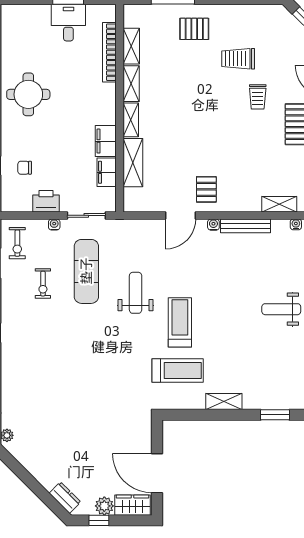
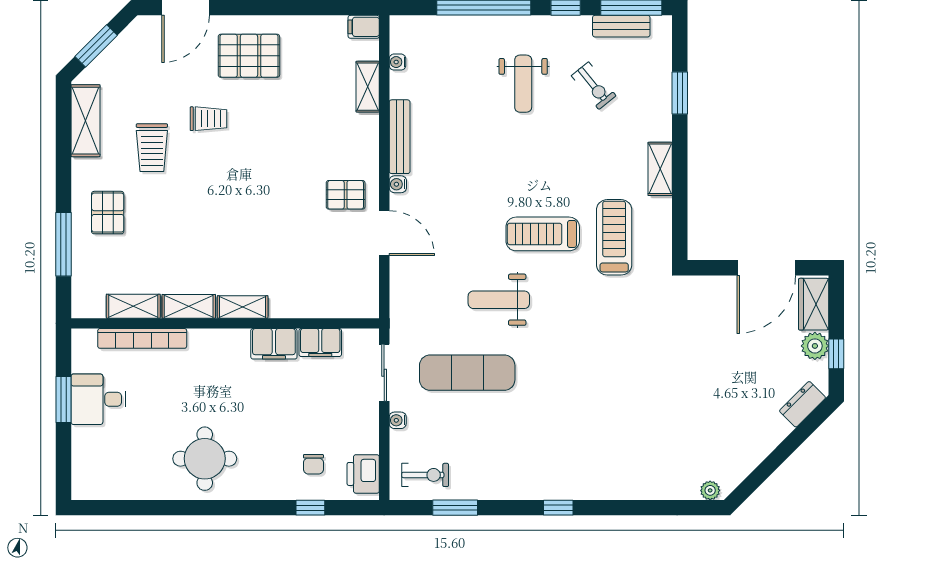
shelving: (133, 163) -> (86, 121), moved, turned 90
printer: (46, 201) -> (363, 474), moved
exercise bike: (43, 284) -> (594, 86), moved, turned 51

